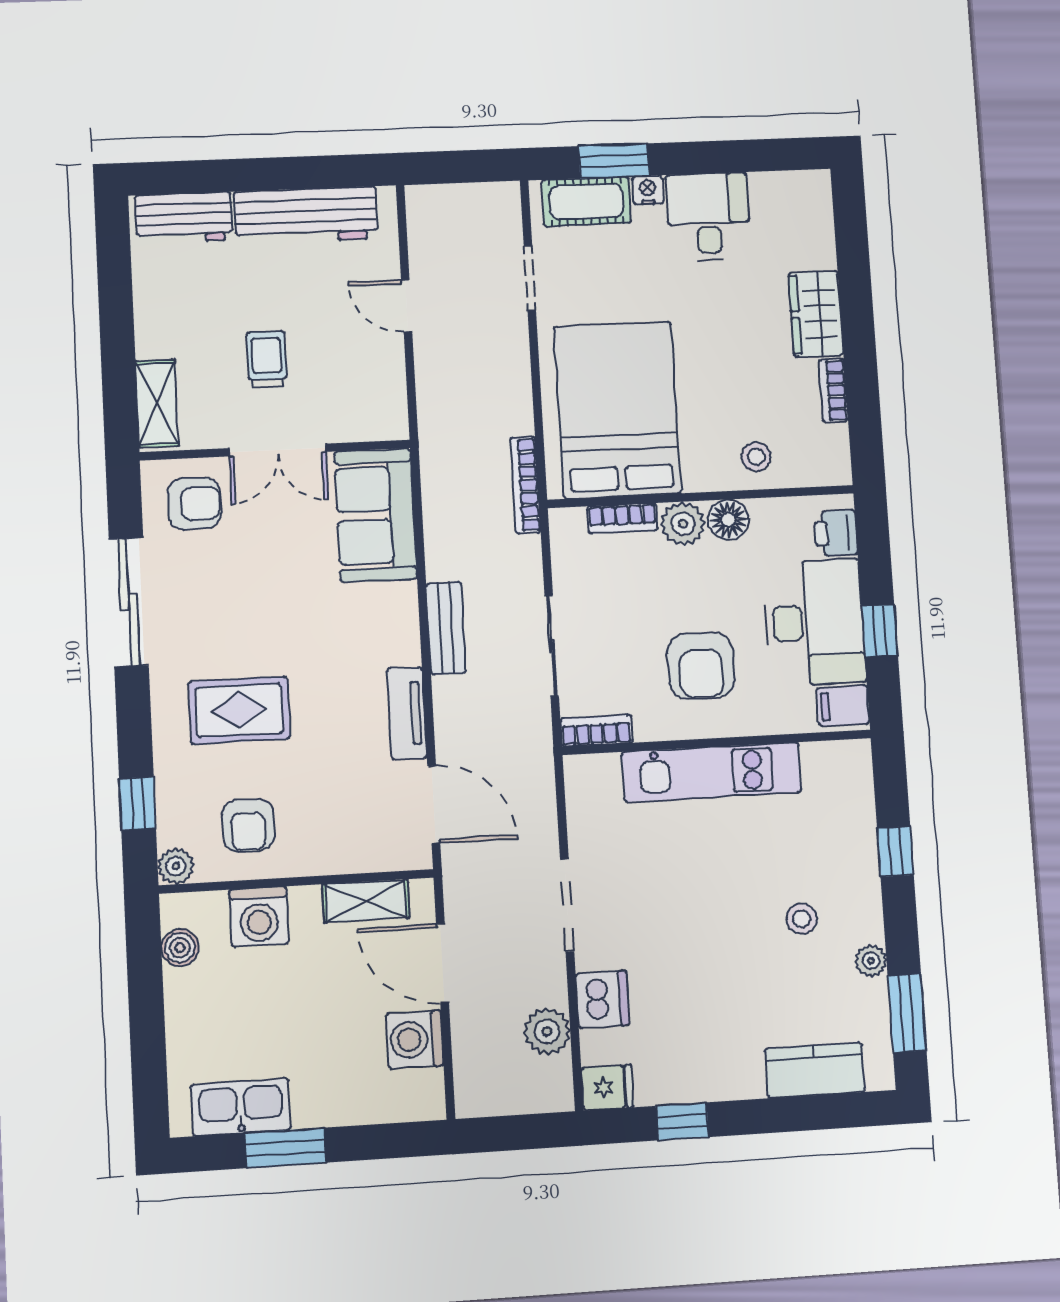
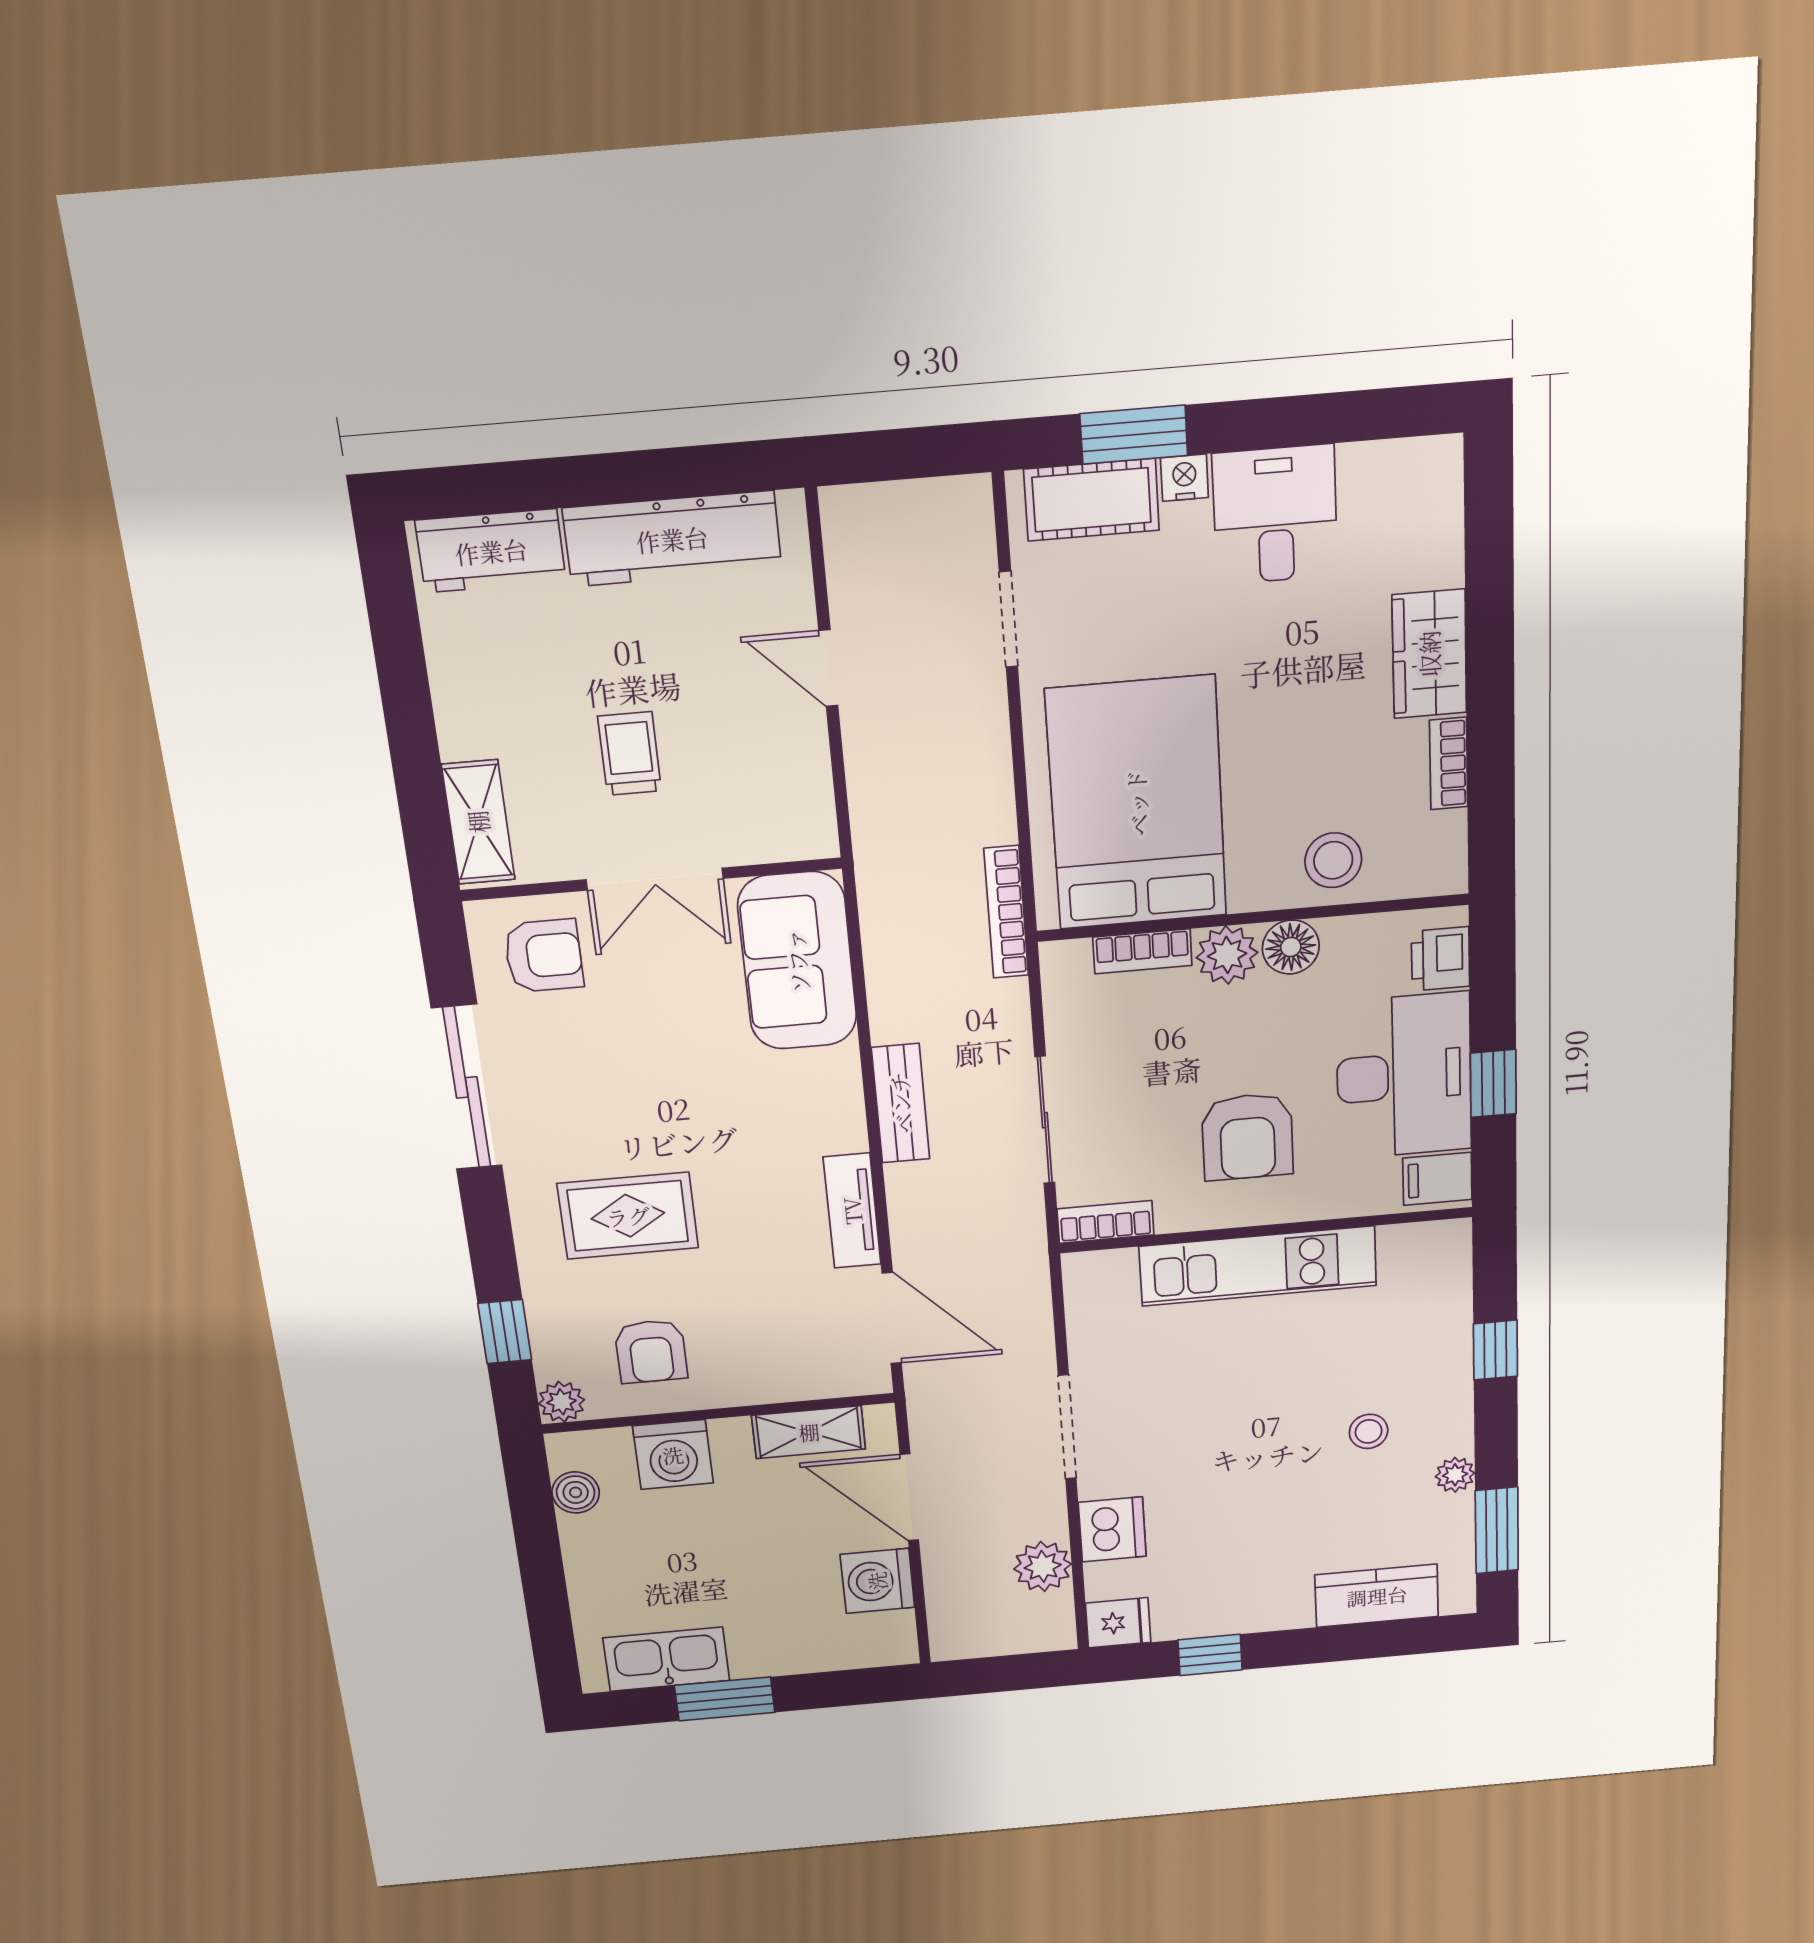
stool: (756, 457) -> (1333, 860), width x1.37, depth x1.37

